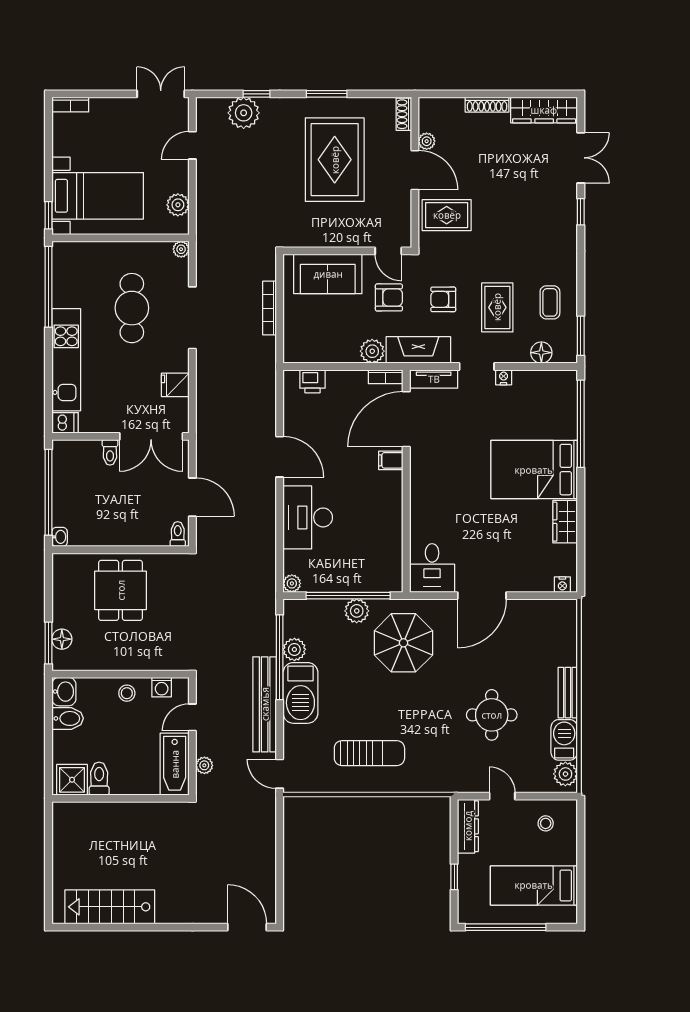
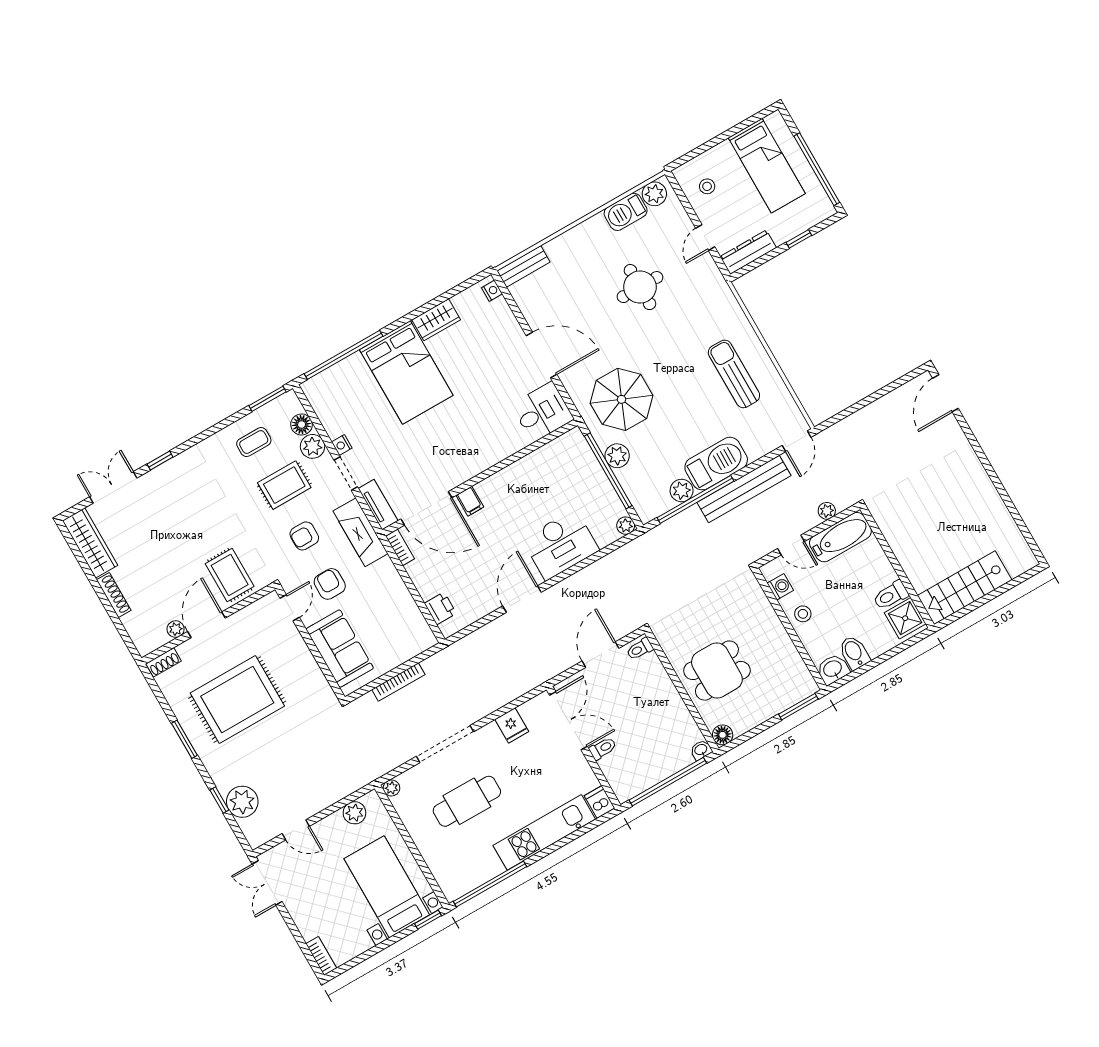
armchair: (443, 299) -> (304, 536), turned 90
plant: (372, 351) -> (313, 446), moved
floor lamp: (62, 639) -> (723, 735), moved
bench: (568, 693) -> (523, 266), moved
stairs: (110, 907) -> (965, 588), moved, turned 90

